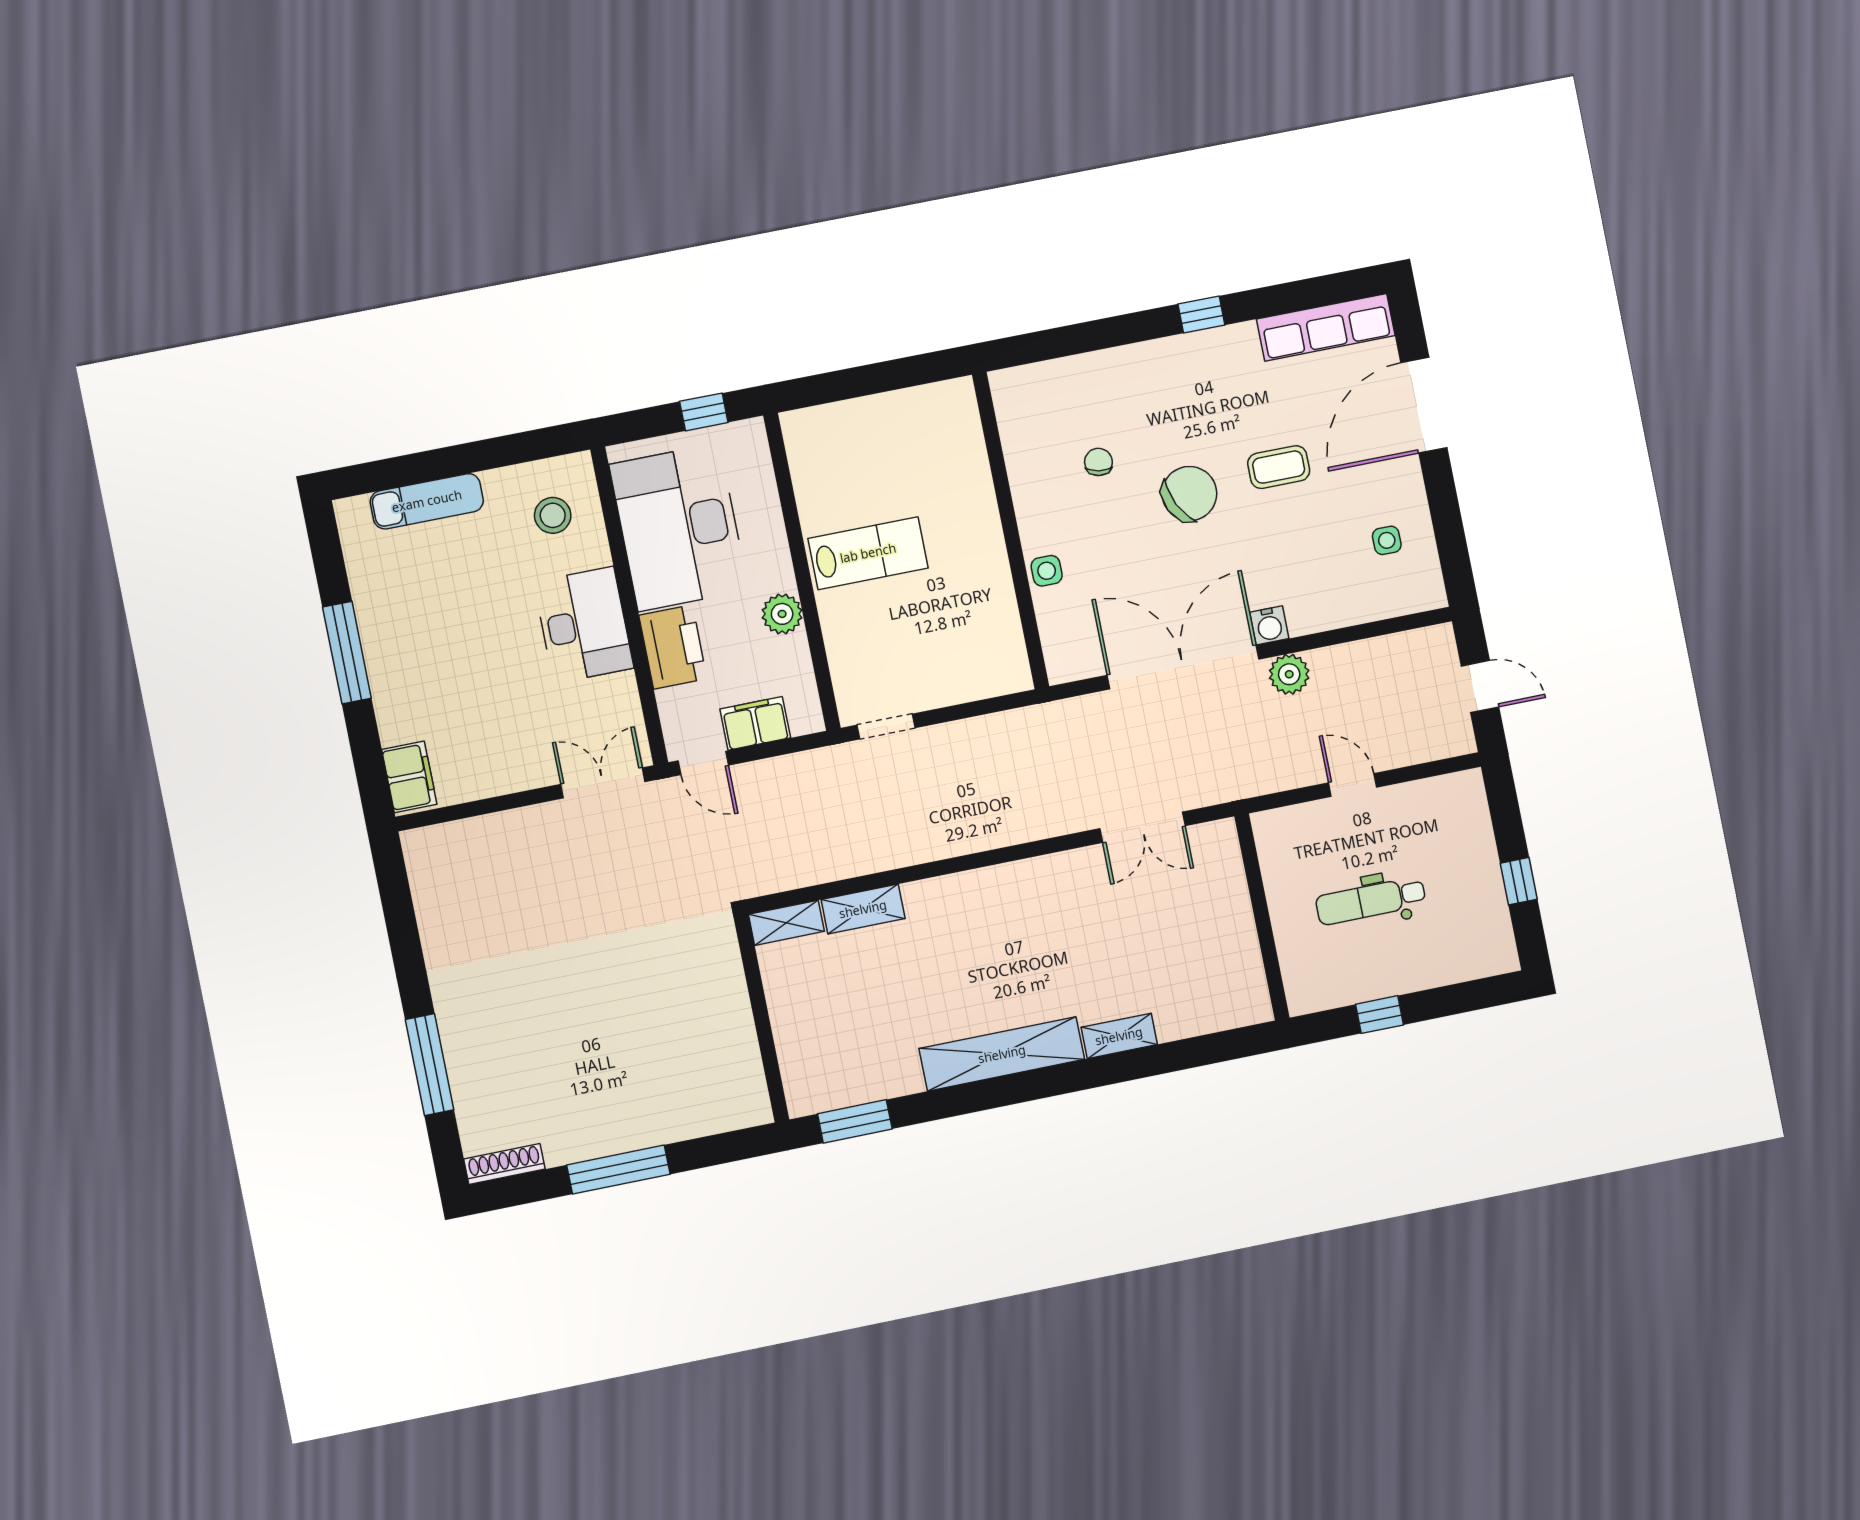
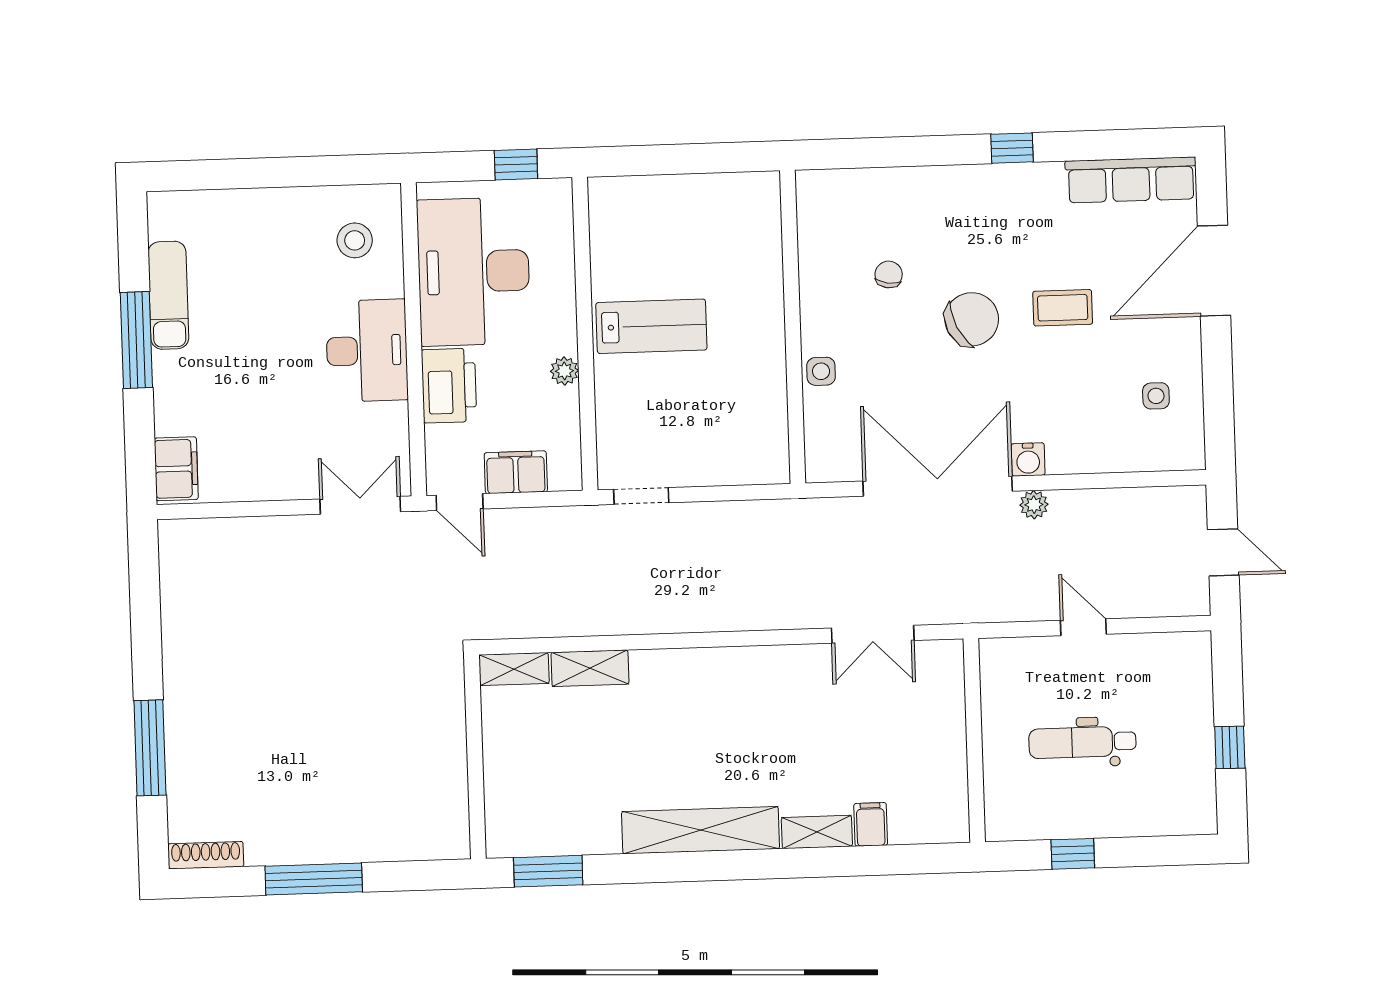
exam couch: (427, 501) -> (168, 295), moved, turned -90
plant: (782, 614) -> (564, 371), width x0.73, depth x0.73
plant: (1289, 674) -> (1034, 505), width x0.73, depth x0.73
filing cabinet: (1172, 1019) -> (871, 824), added

